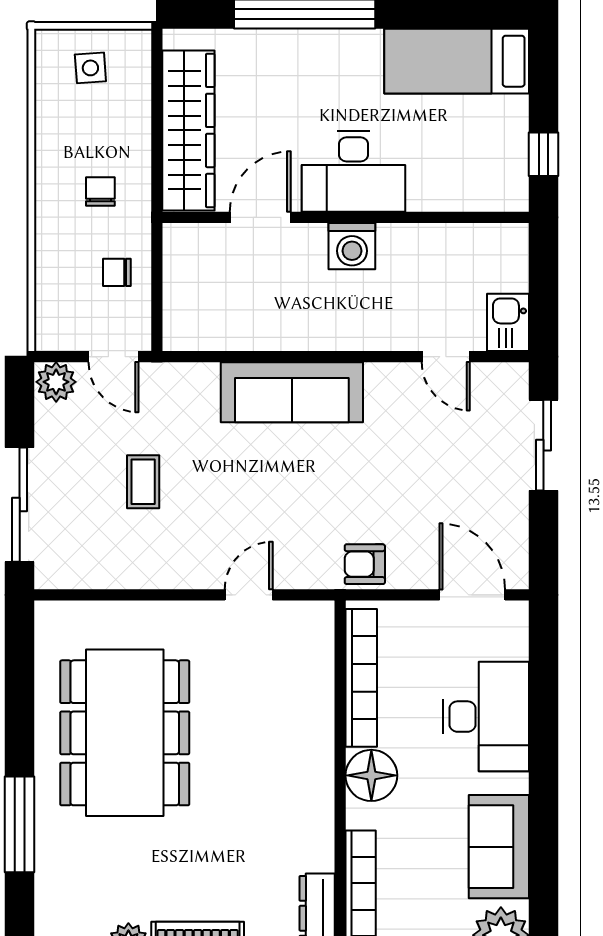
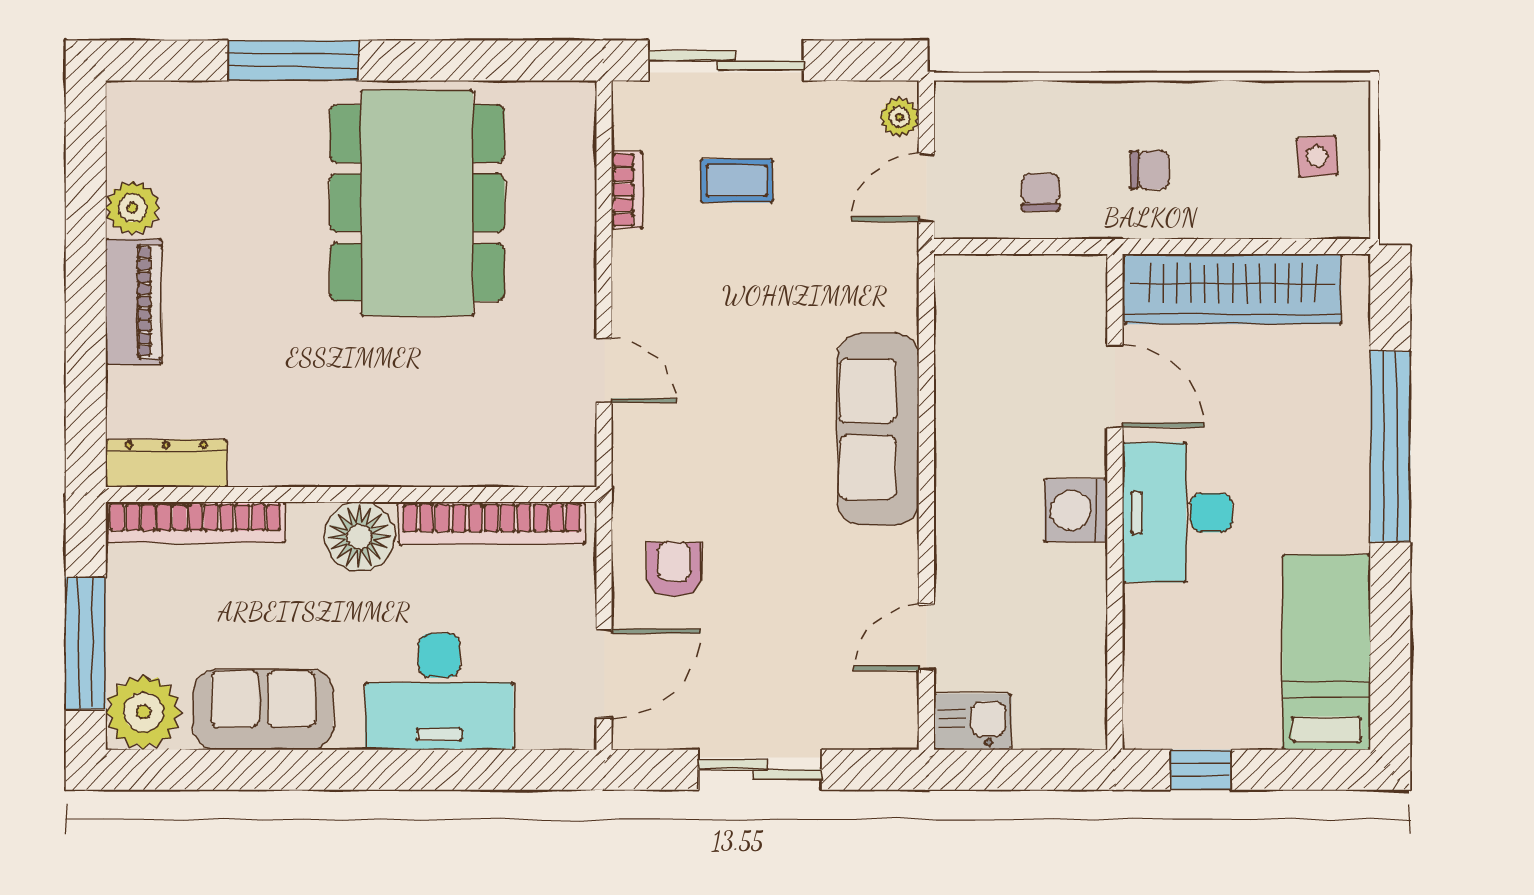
plant: (56, 382) -> (899, 117), width x0.73, depth x0.73
sliding door: (543, 445) -> (760, 770), moved
coffee table: (143, 482) -> (737, 181), moved
armchair: (365, 564) -> (674, 569), moved
bookcase: (115, 578) -> (627, 190), added
dining table: (125, 733) -> (417, 203), turned 90

